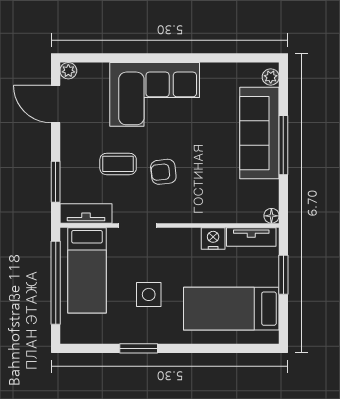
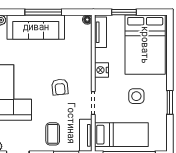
coffee table: (118, 164) -> (53, 134), moved
nightstand: (213, 239) -> (101, 70), moved
bed: (231, 309) -> (145, 45), width x1.50

